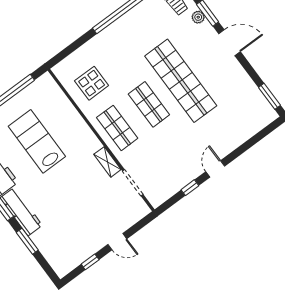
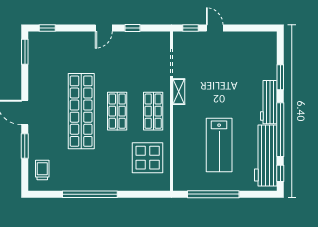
plant: (198, 17) -> (34, 148), removed
display table: (92, 83) -> (148, 158), width x1.36, depth x1.36
window: (265, 132) -> (47, 28), added
window: (90, 262) -> (191, 28), moved

